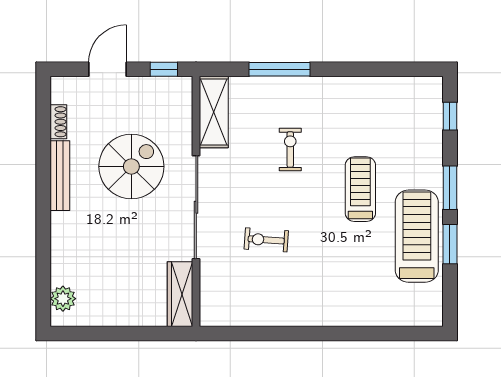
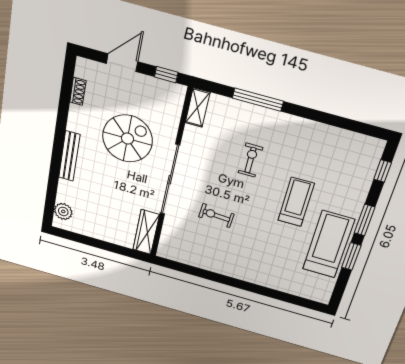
shelving: (214, 112) -> (198, 108), width x0.67, depth x0.75
bench: (60, 176) -> (69, 156), moved

